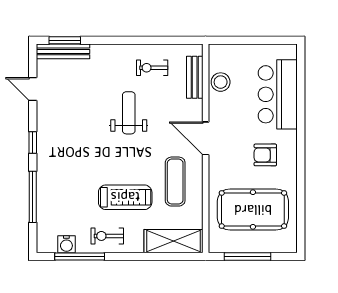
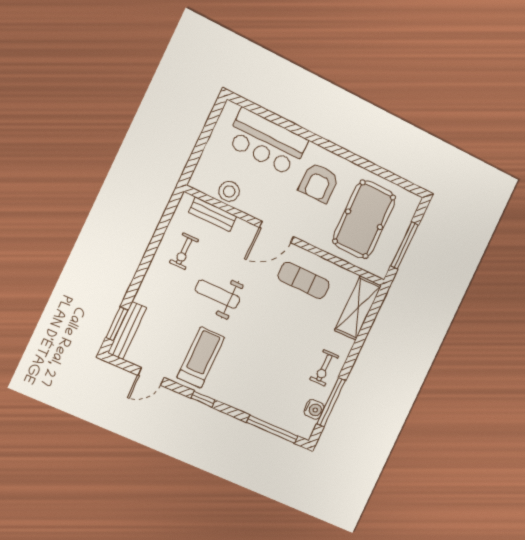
armchair: (265, 155) -> (319, 183), width x1.38, depth x1.38
window: (33, 197) -> (272, 429), moved
treadmill: (125, 197) -> (201, 357), moved

